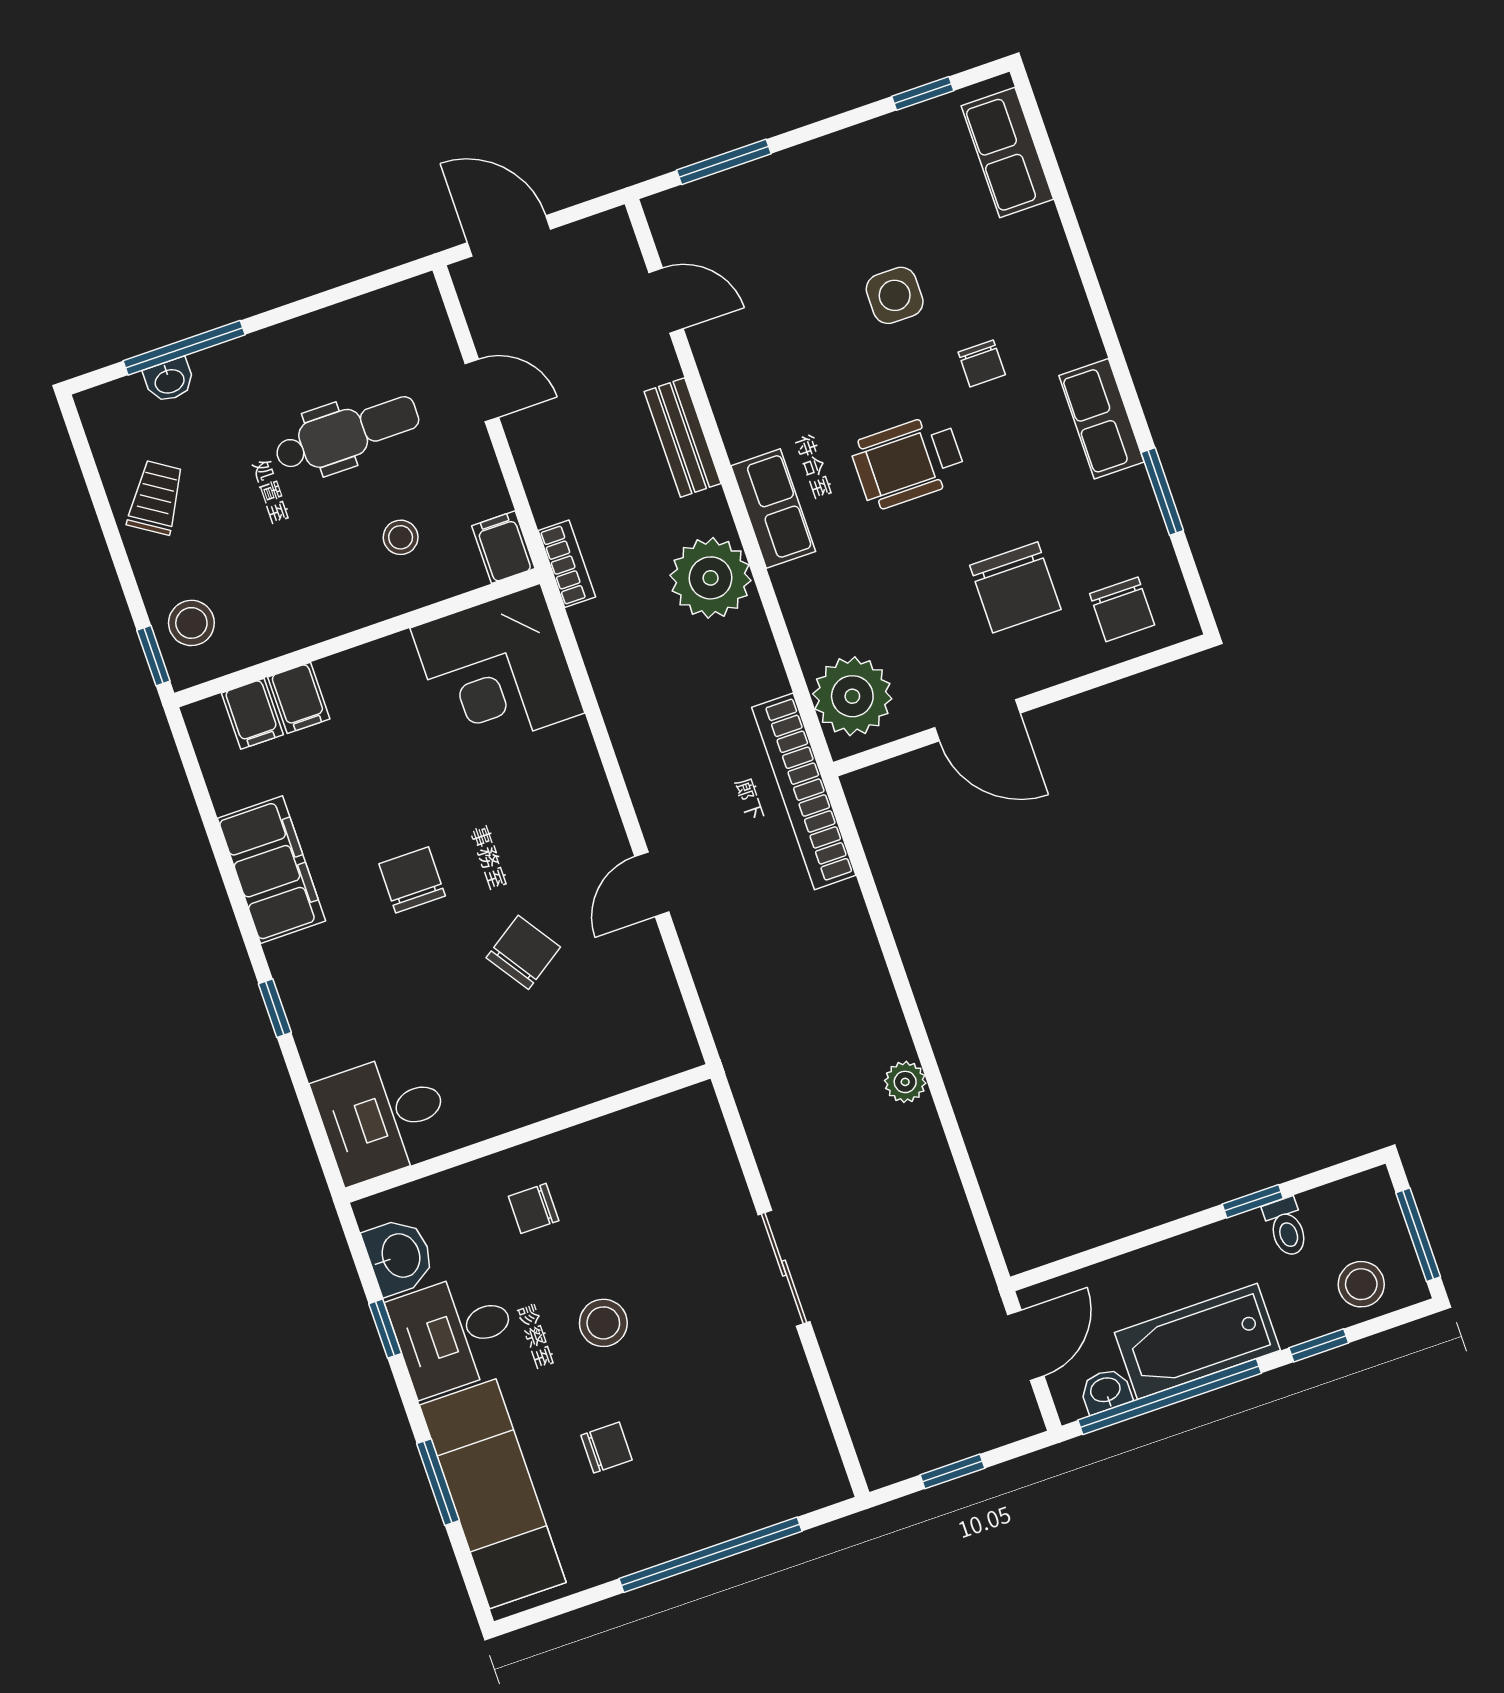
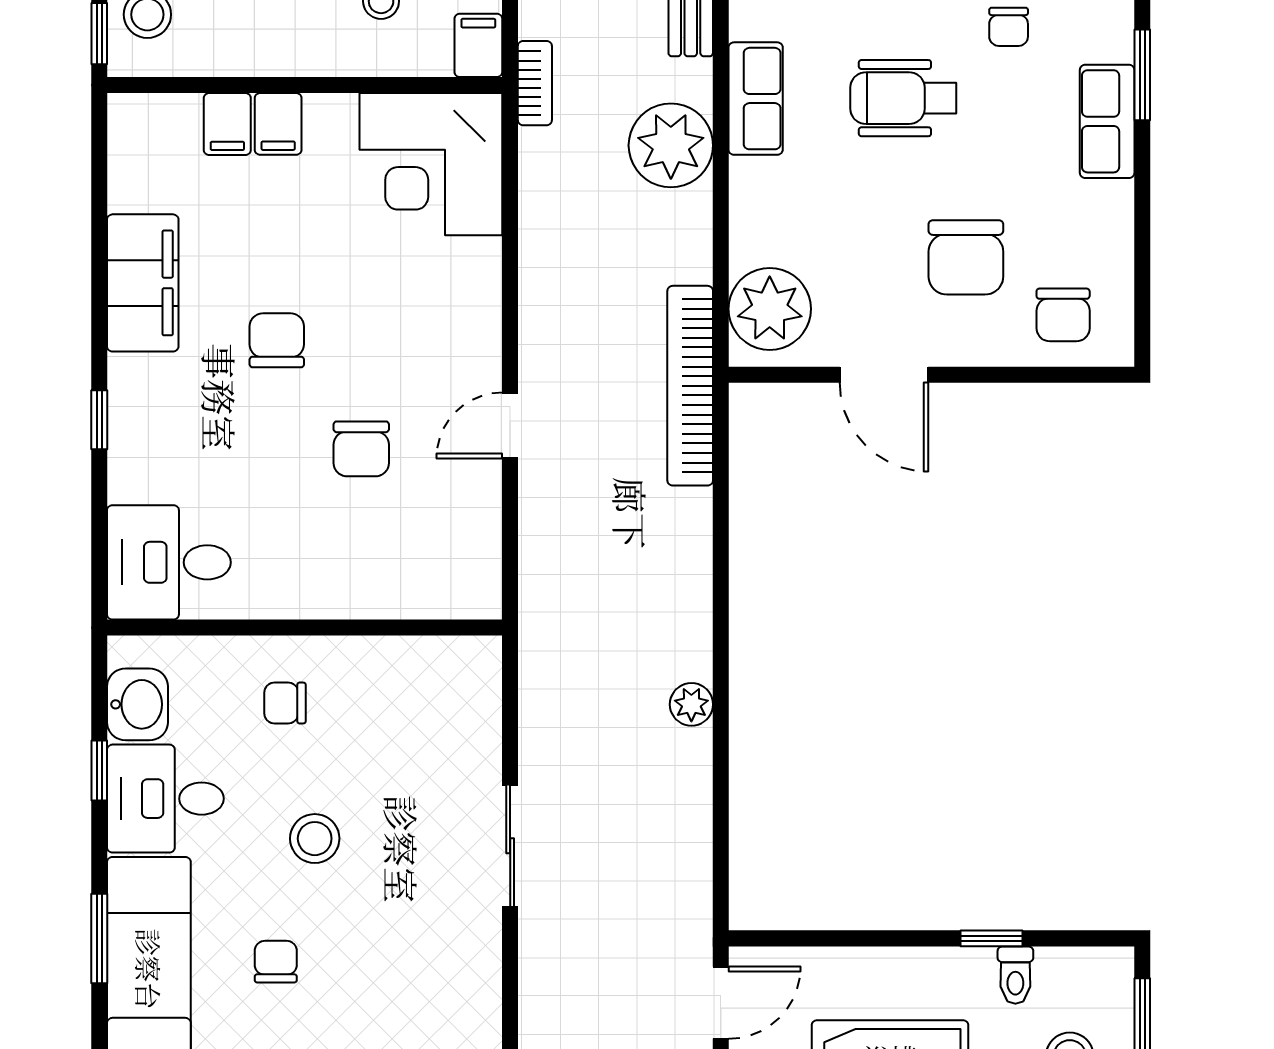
window: (1162, 491) -> (1142, 75), moved
filing cabinet: (252, 714) -> (278, 124), moved
chair: (523, 952) -> (361, 449), turned 124
chair: (606, 1448) -> (276, 962), turned -90

